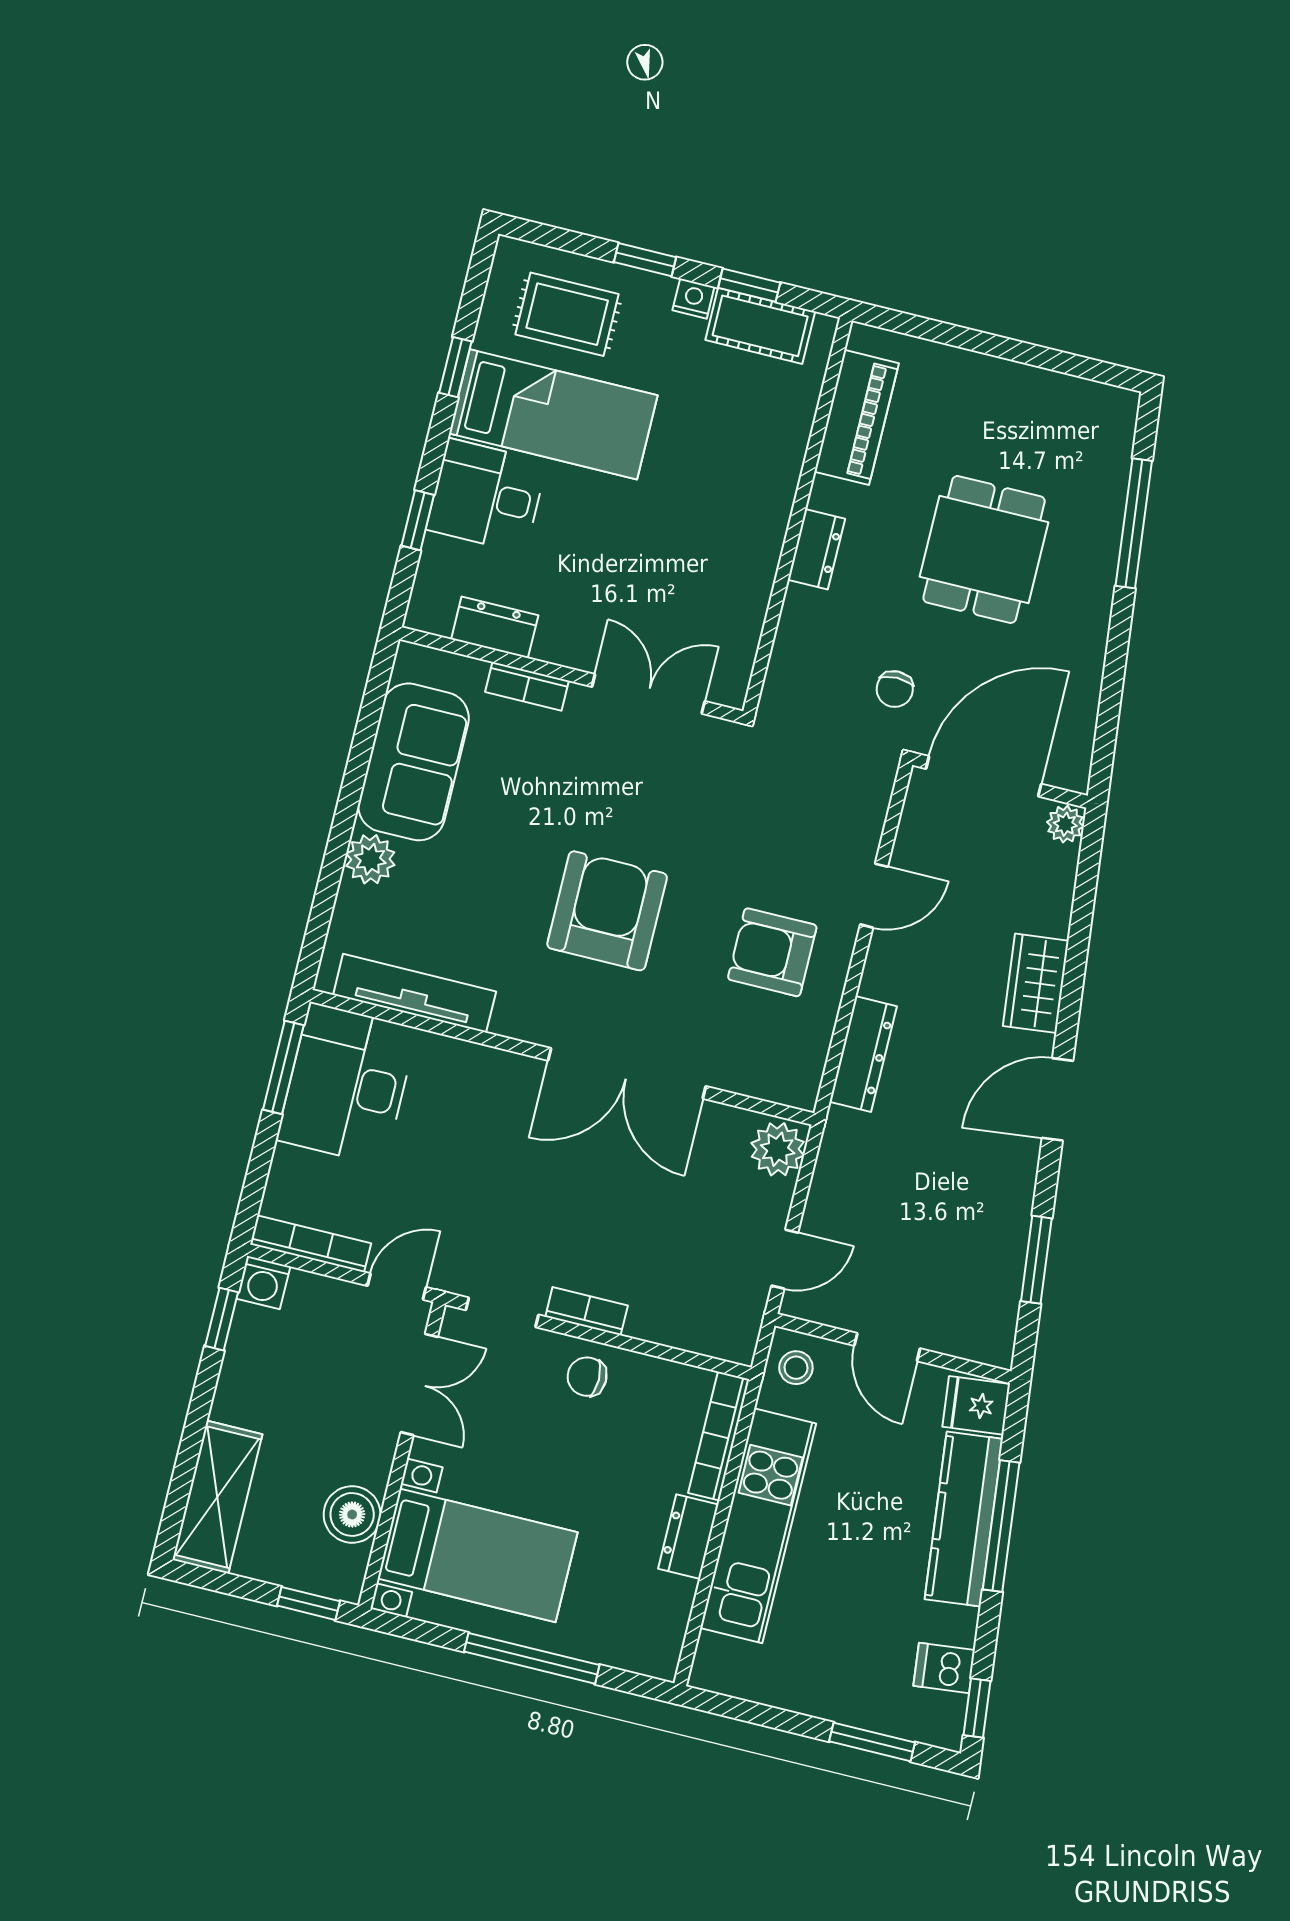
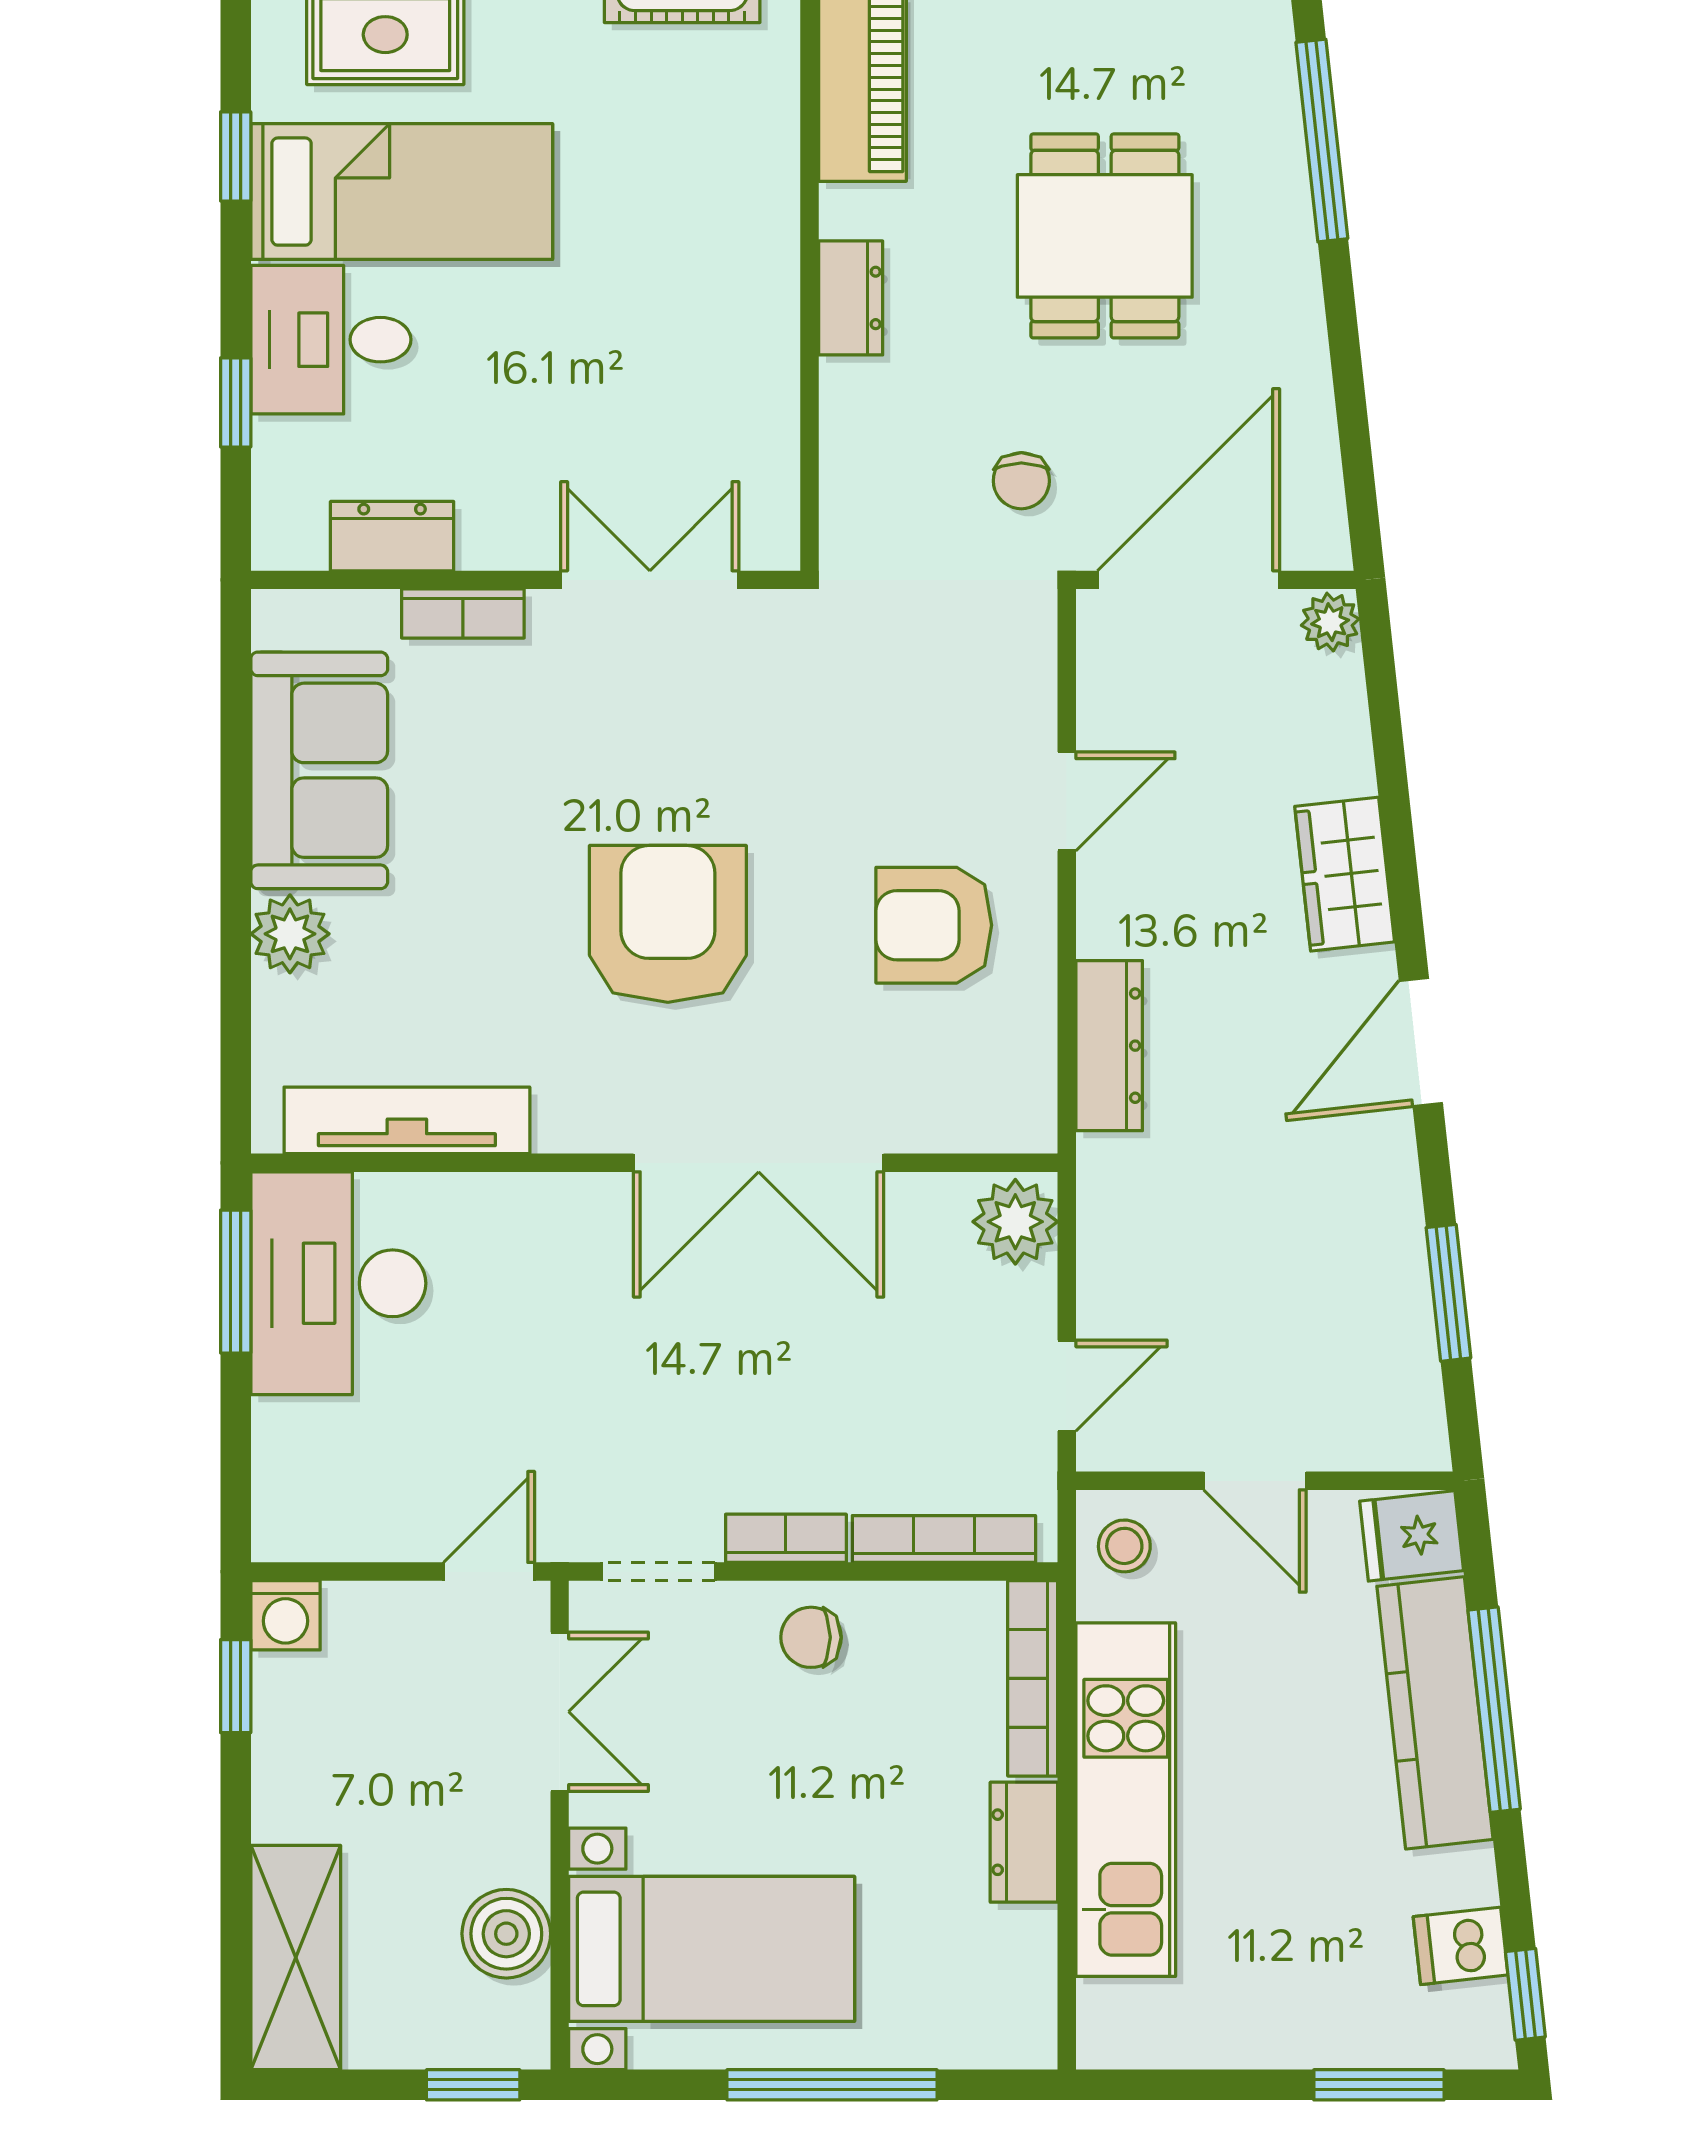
bookcase: (310, 1244) -> (944, 1539), moved

